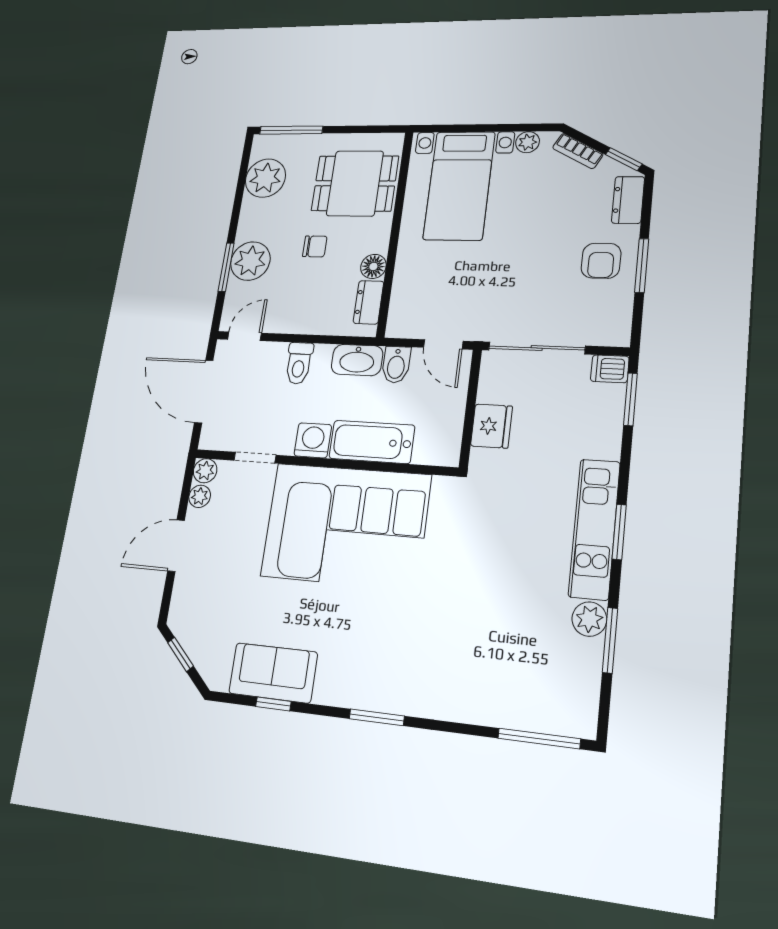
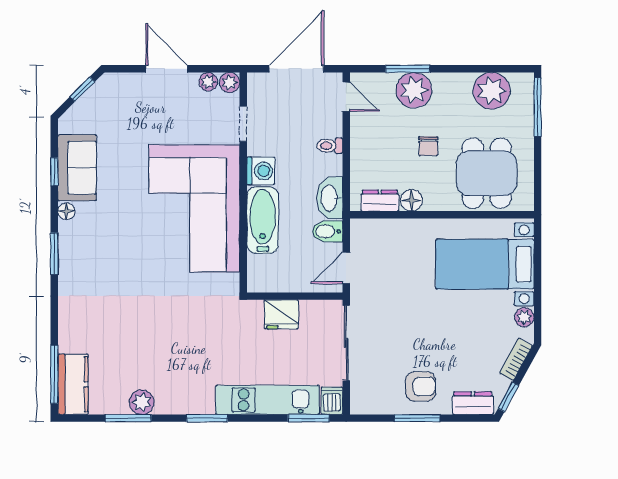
armchair: (601, 261) -> (421, 386), turned 180
toilet: (299, 363) -> (330, 146), width x0.73, depth x0.72
kitchen unit: (594, 529) -> (267, 400), moved
floor lamp: (325, 694) -> (66, 211), added
kitchen counter: (556, 713) -> (73, 384), added

